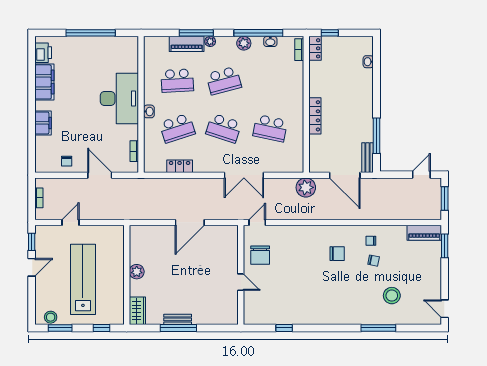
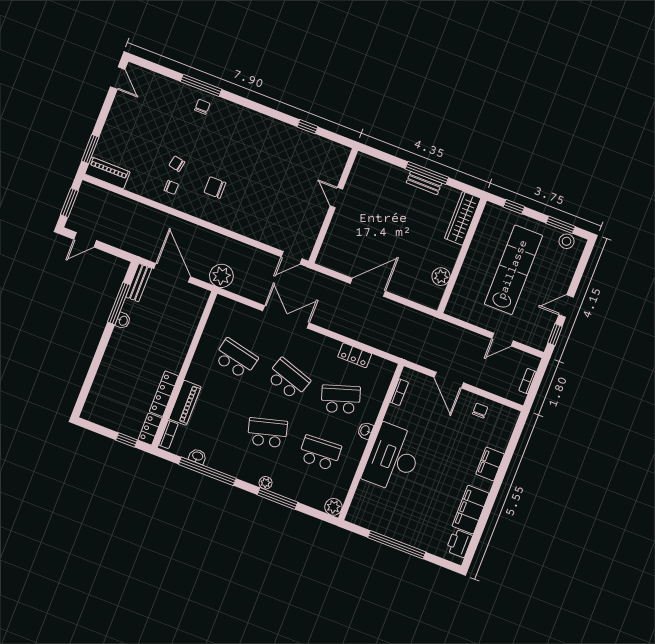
plant: (244, 43) -> (333, 507), moved
piano: (187, 44) -> (185, 403), moved, turned 90
washbasin: (368, 62) -> (123, 321), moved
locker: (315, 116) -> (164, 394), moved
chair: (260, 255) -> (202, 107), moved, width x0.54, depth x0.54
plant: (137, 272) -> (441, 277), moved
lab bench: (83, 279) -> (513, 270), turned 180
stool: (392, 296) -> (172, 116), removed
wardrobe: (137, 311) -> (463, 218), width x1.50

